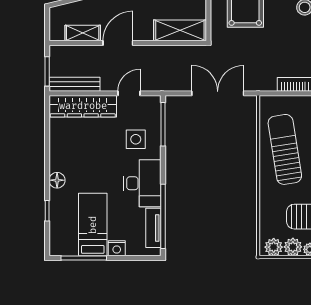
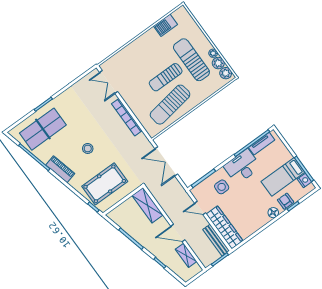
armchair: (60, 206) -> (286, 201), added
nightstand: (117, 248) -> (305, 180), moved

